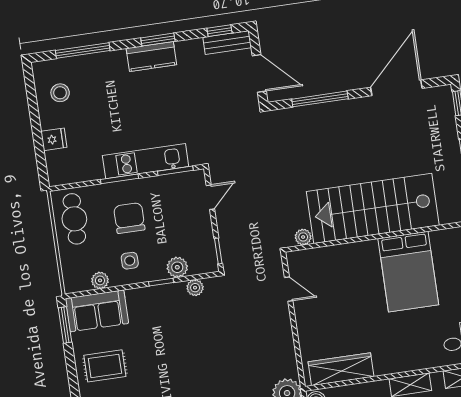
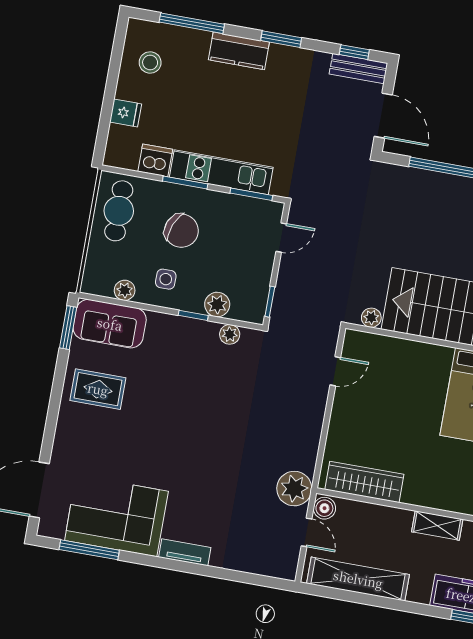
kitchen counter: (151, 57) -> (239, 51), moved
dishwasher: (90, 169) -> (155, 160), added
chair: (129, 218) -> (181, 231), turned 112
door: (289, 289) -> (335, 371), hinge flipped

